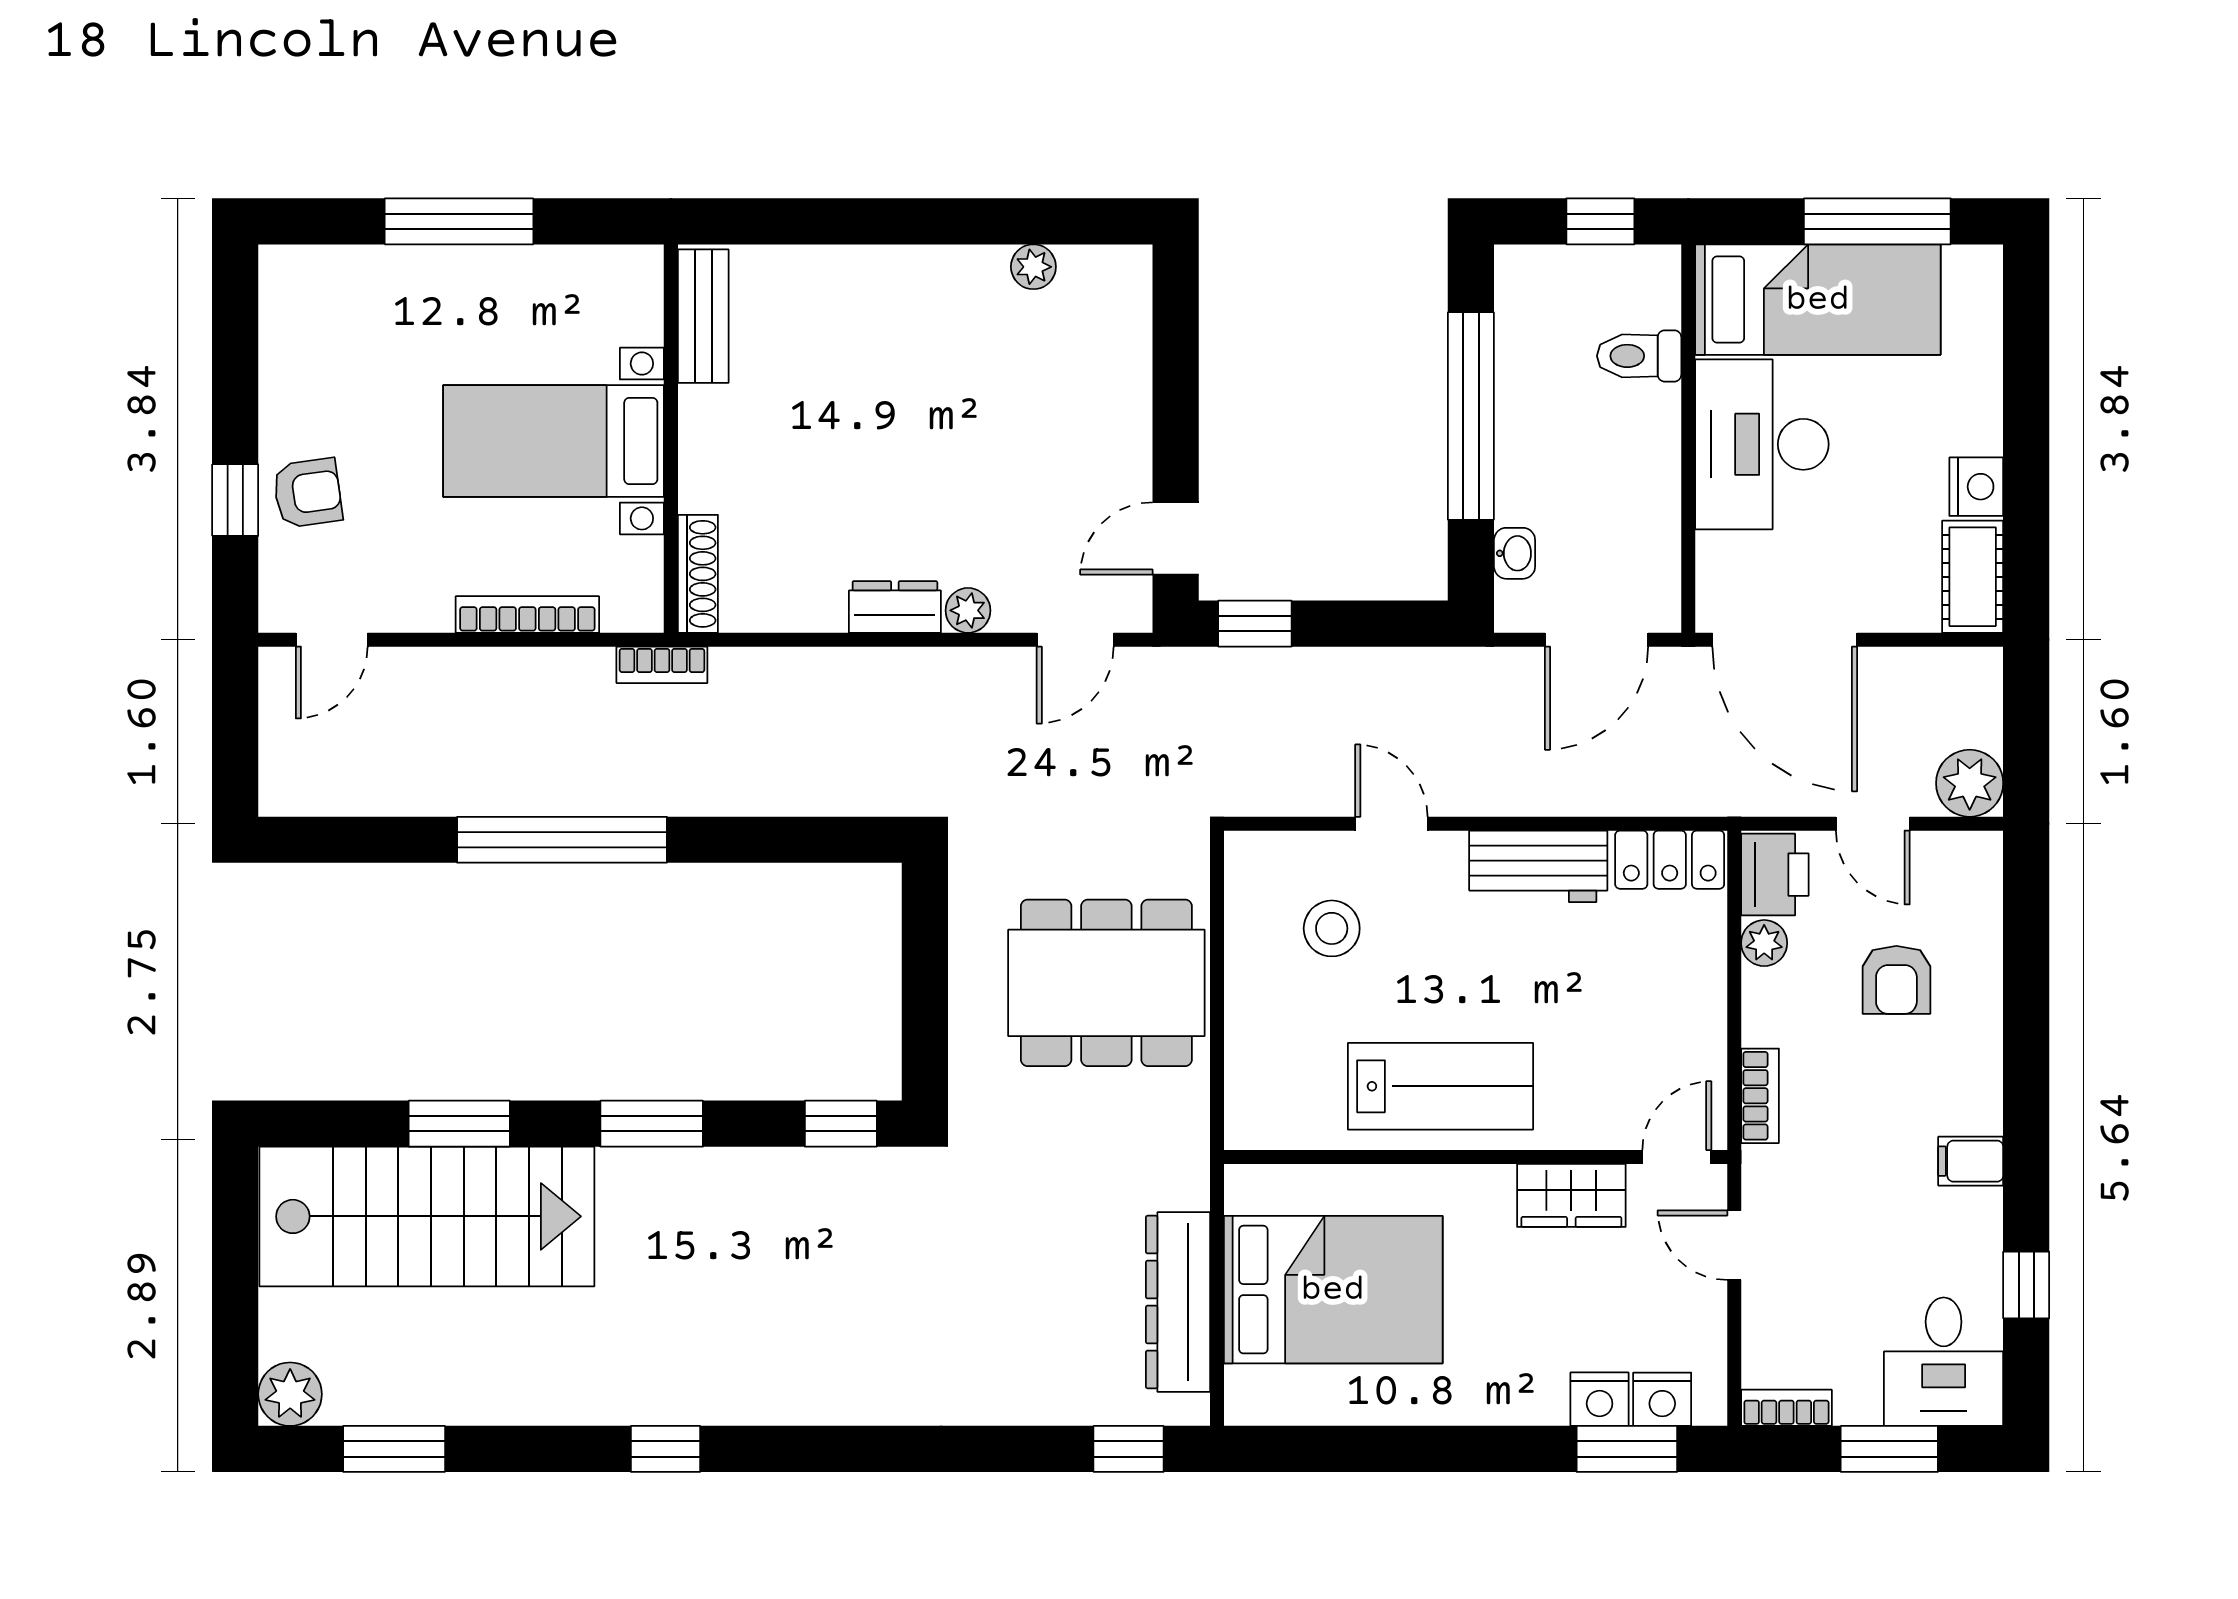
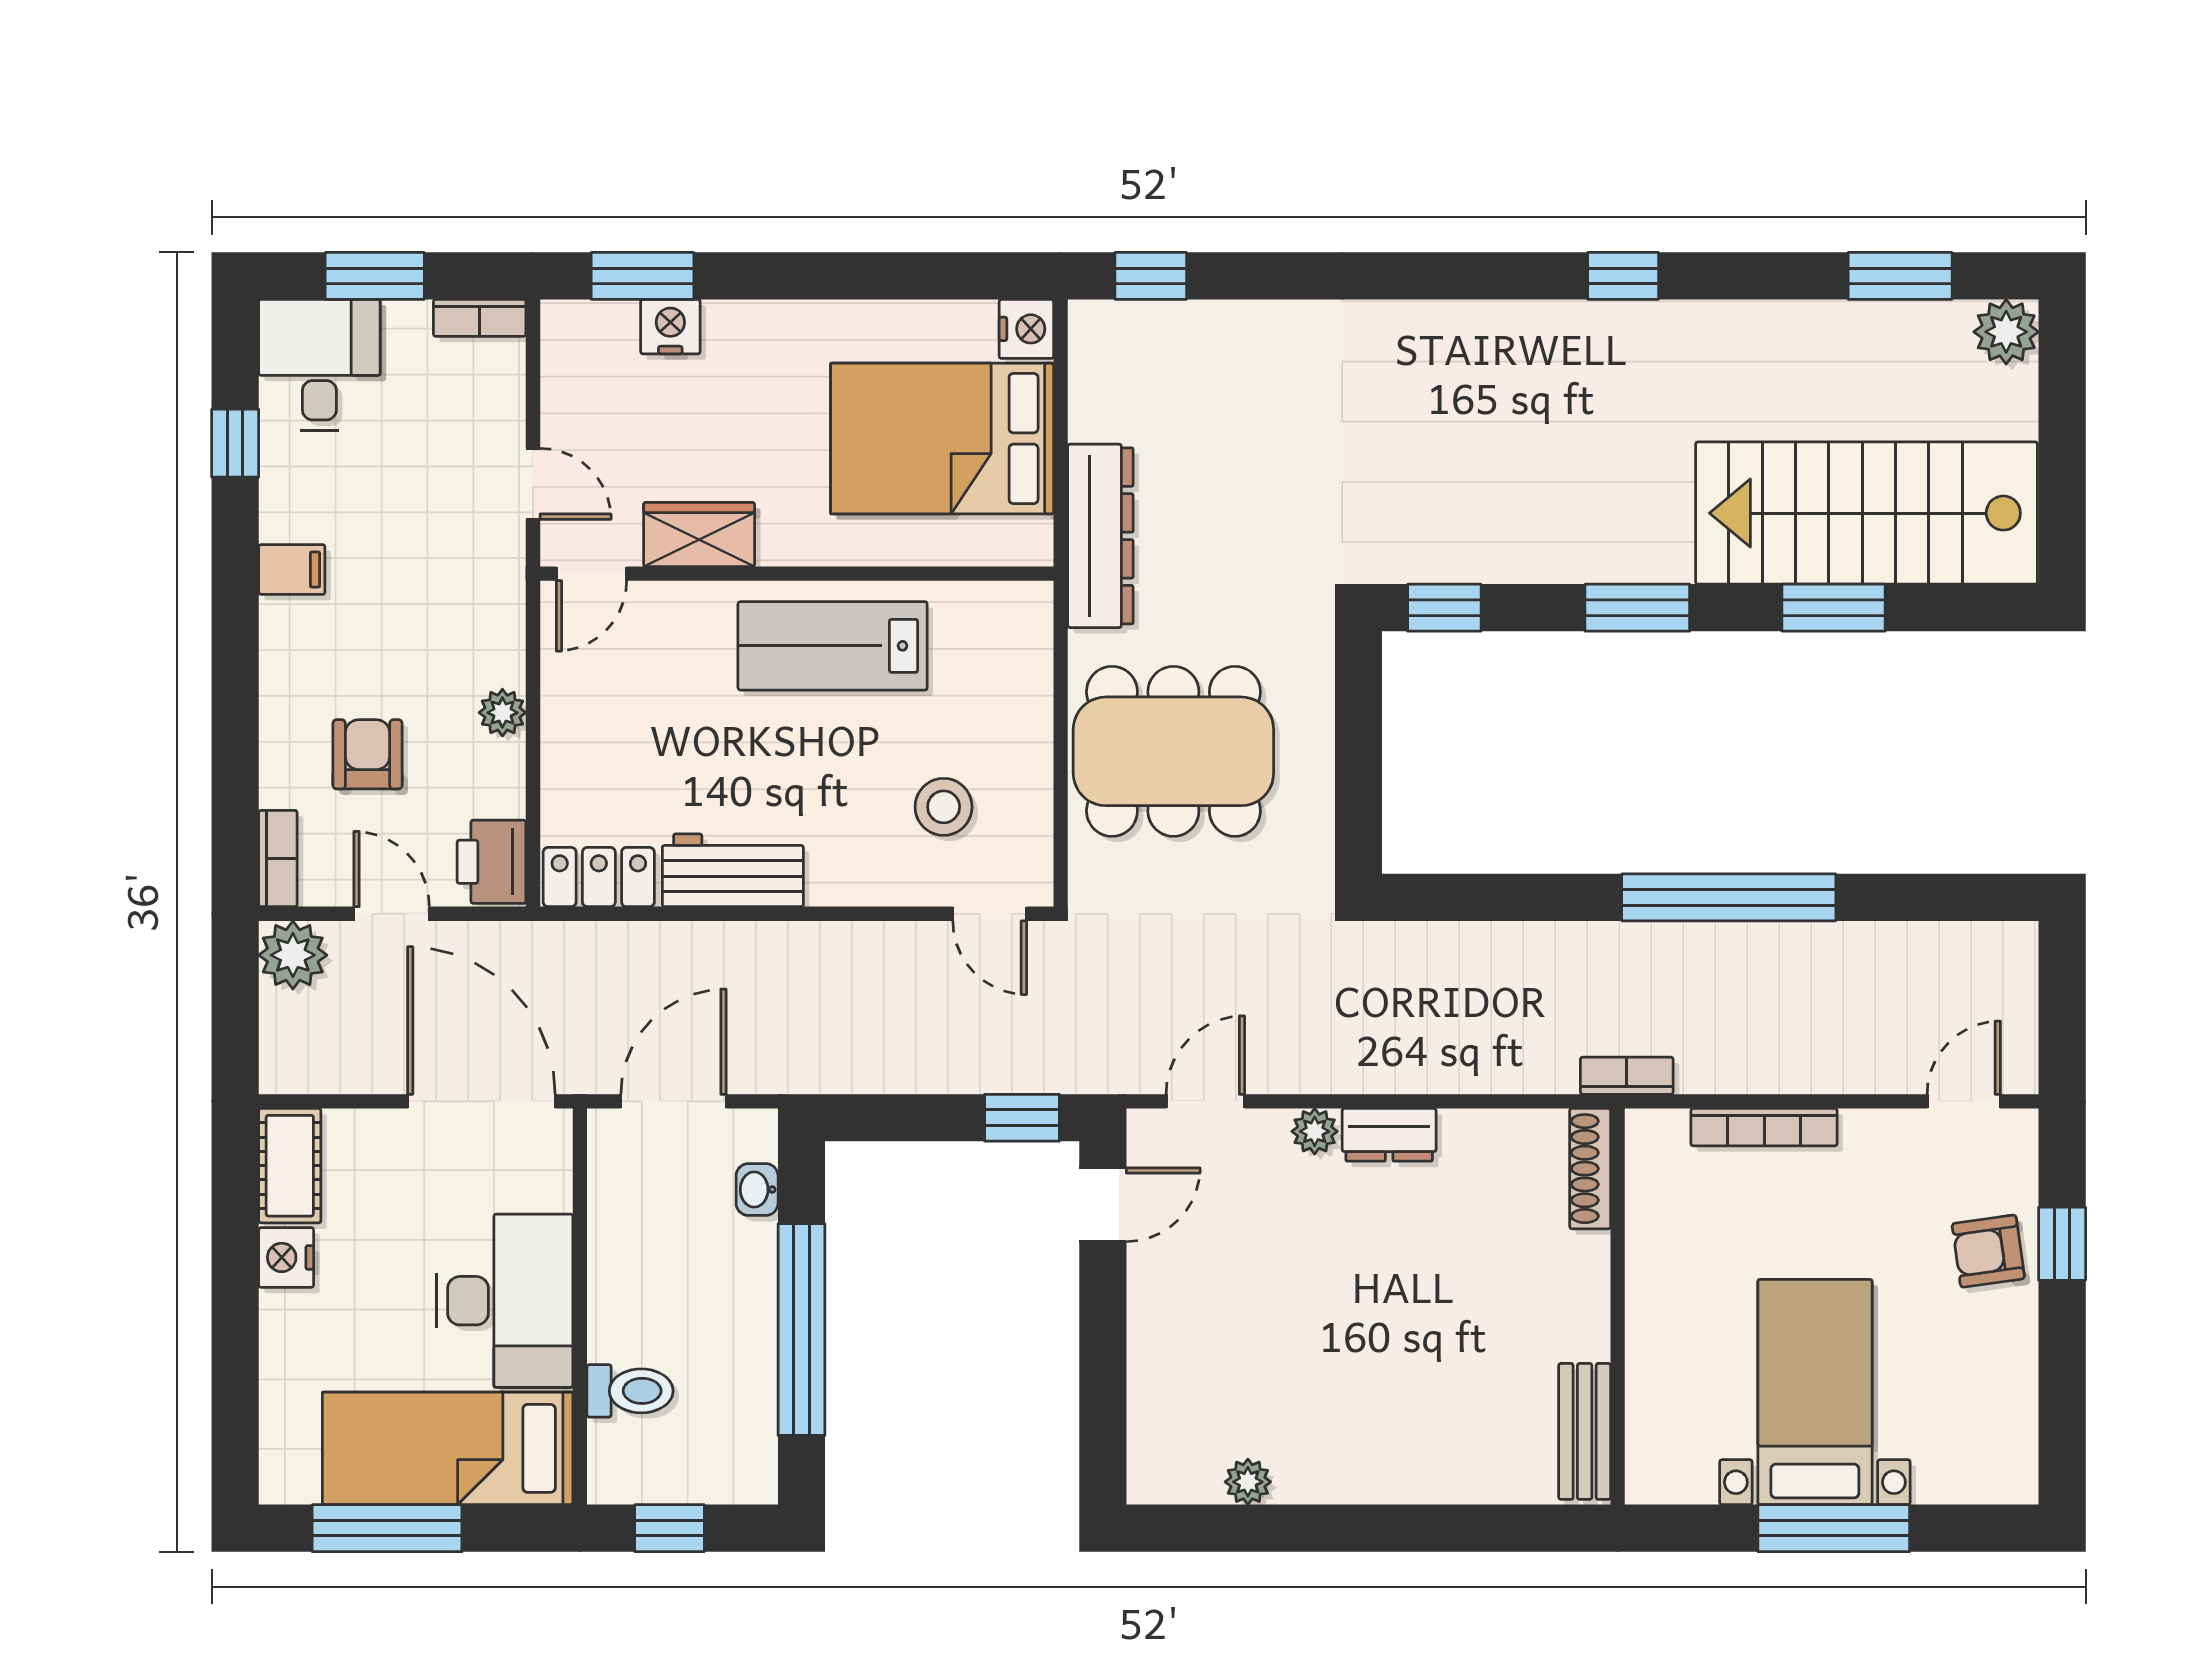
bed with nightstands: (554, 441) -> (1815, 1392), moved, turned -90
door: (1391, 824) -> (990, 914), moved
plant: (1764, 943) -> (502, 713), moved
bookcase: (1760, 1096) -> (278, 859), moved, turned 180
dresser: (1178, 1302) -> (1100, 536), moved
nightstand: (1662, 1399) -> (1026, 329), moved, turned 90

